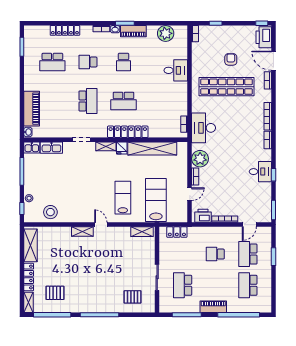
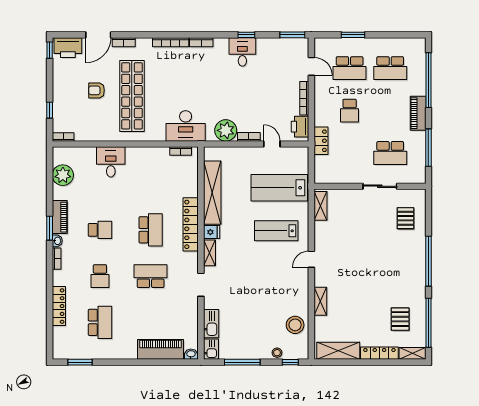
shelving: (82, 232) -> (320, 301), moved
locker: (177, 232) -> (321, 141), moved

